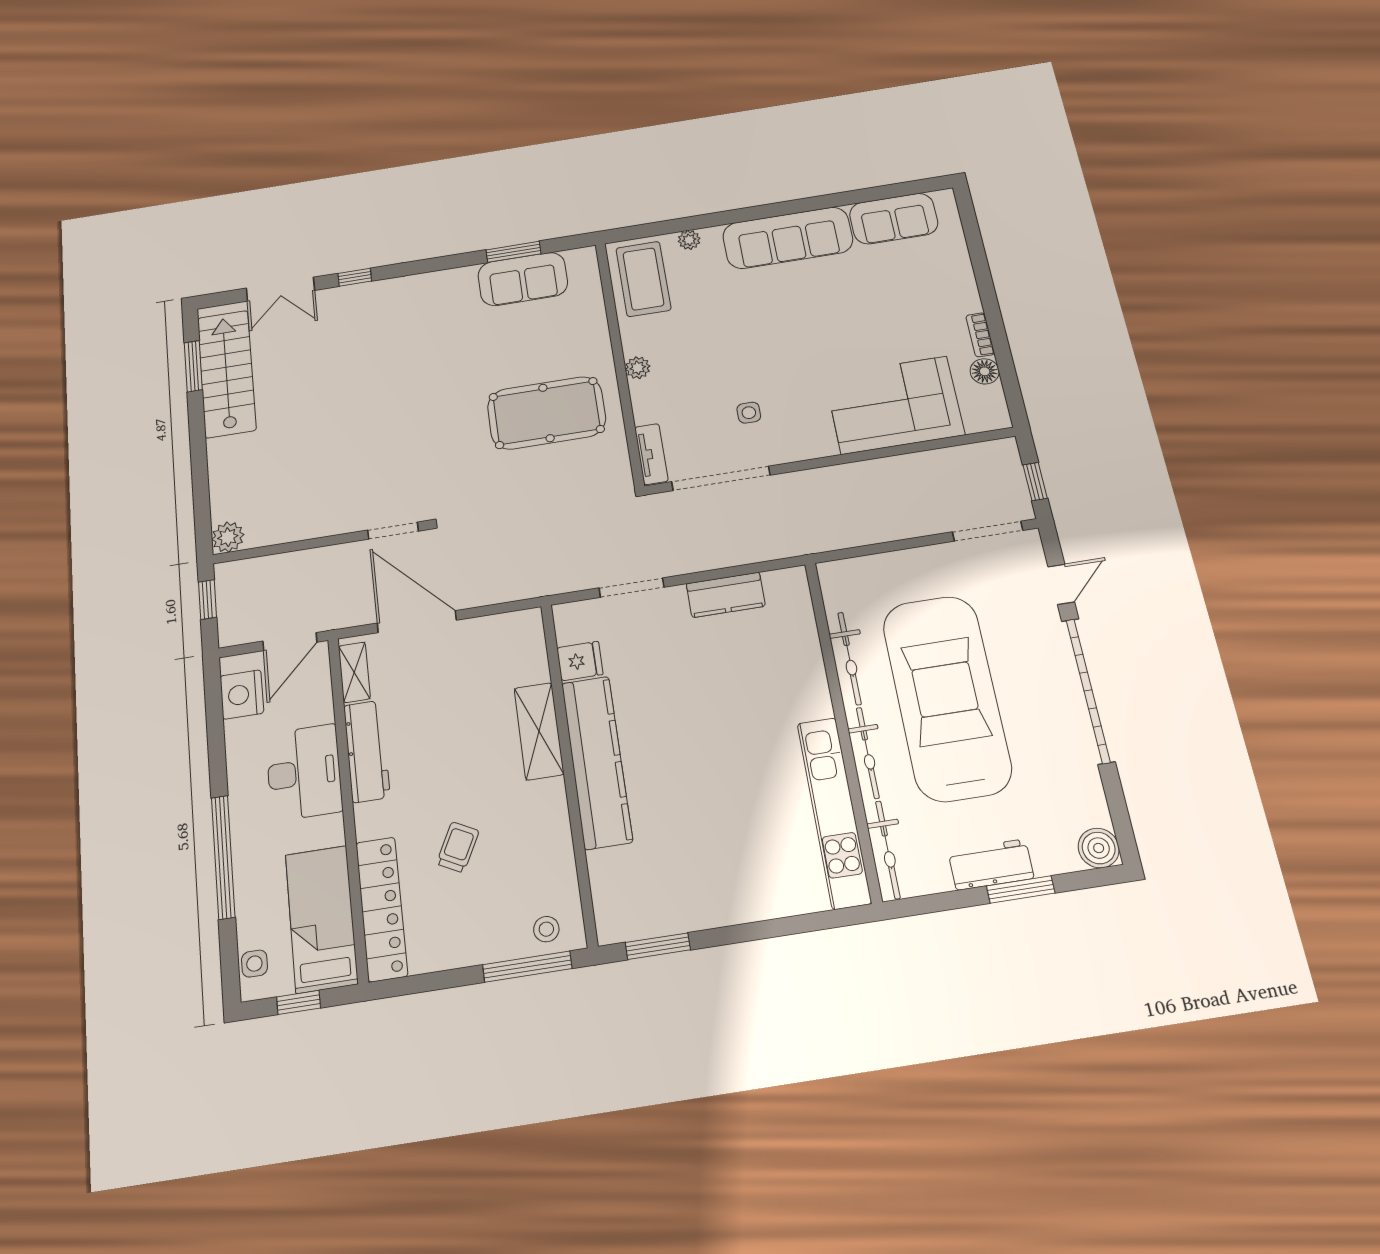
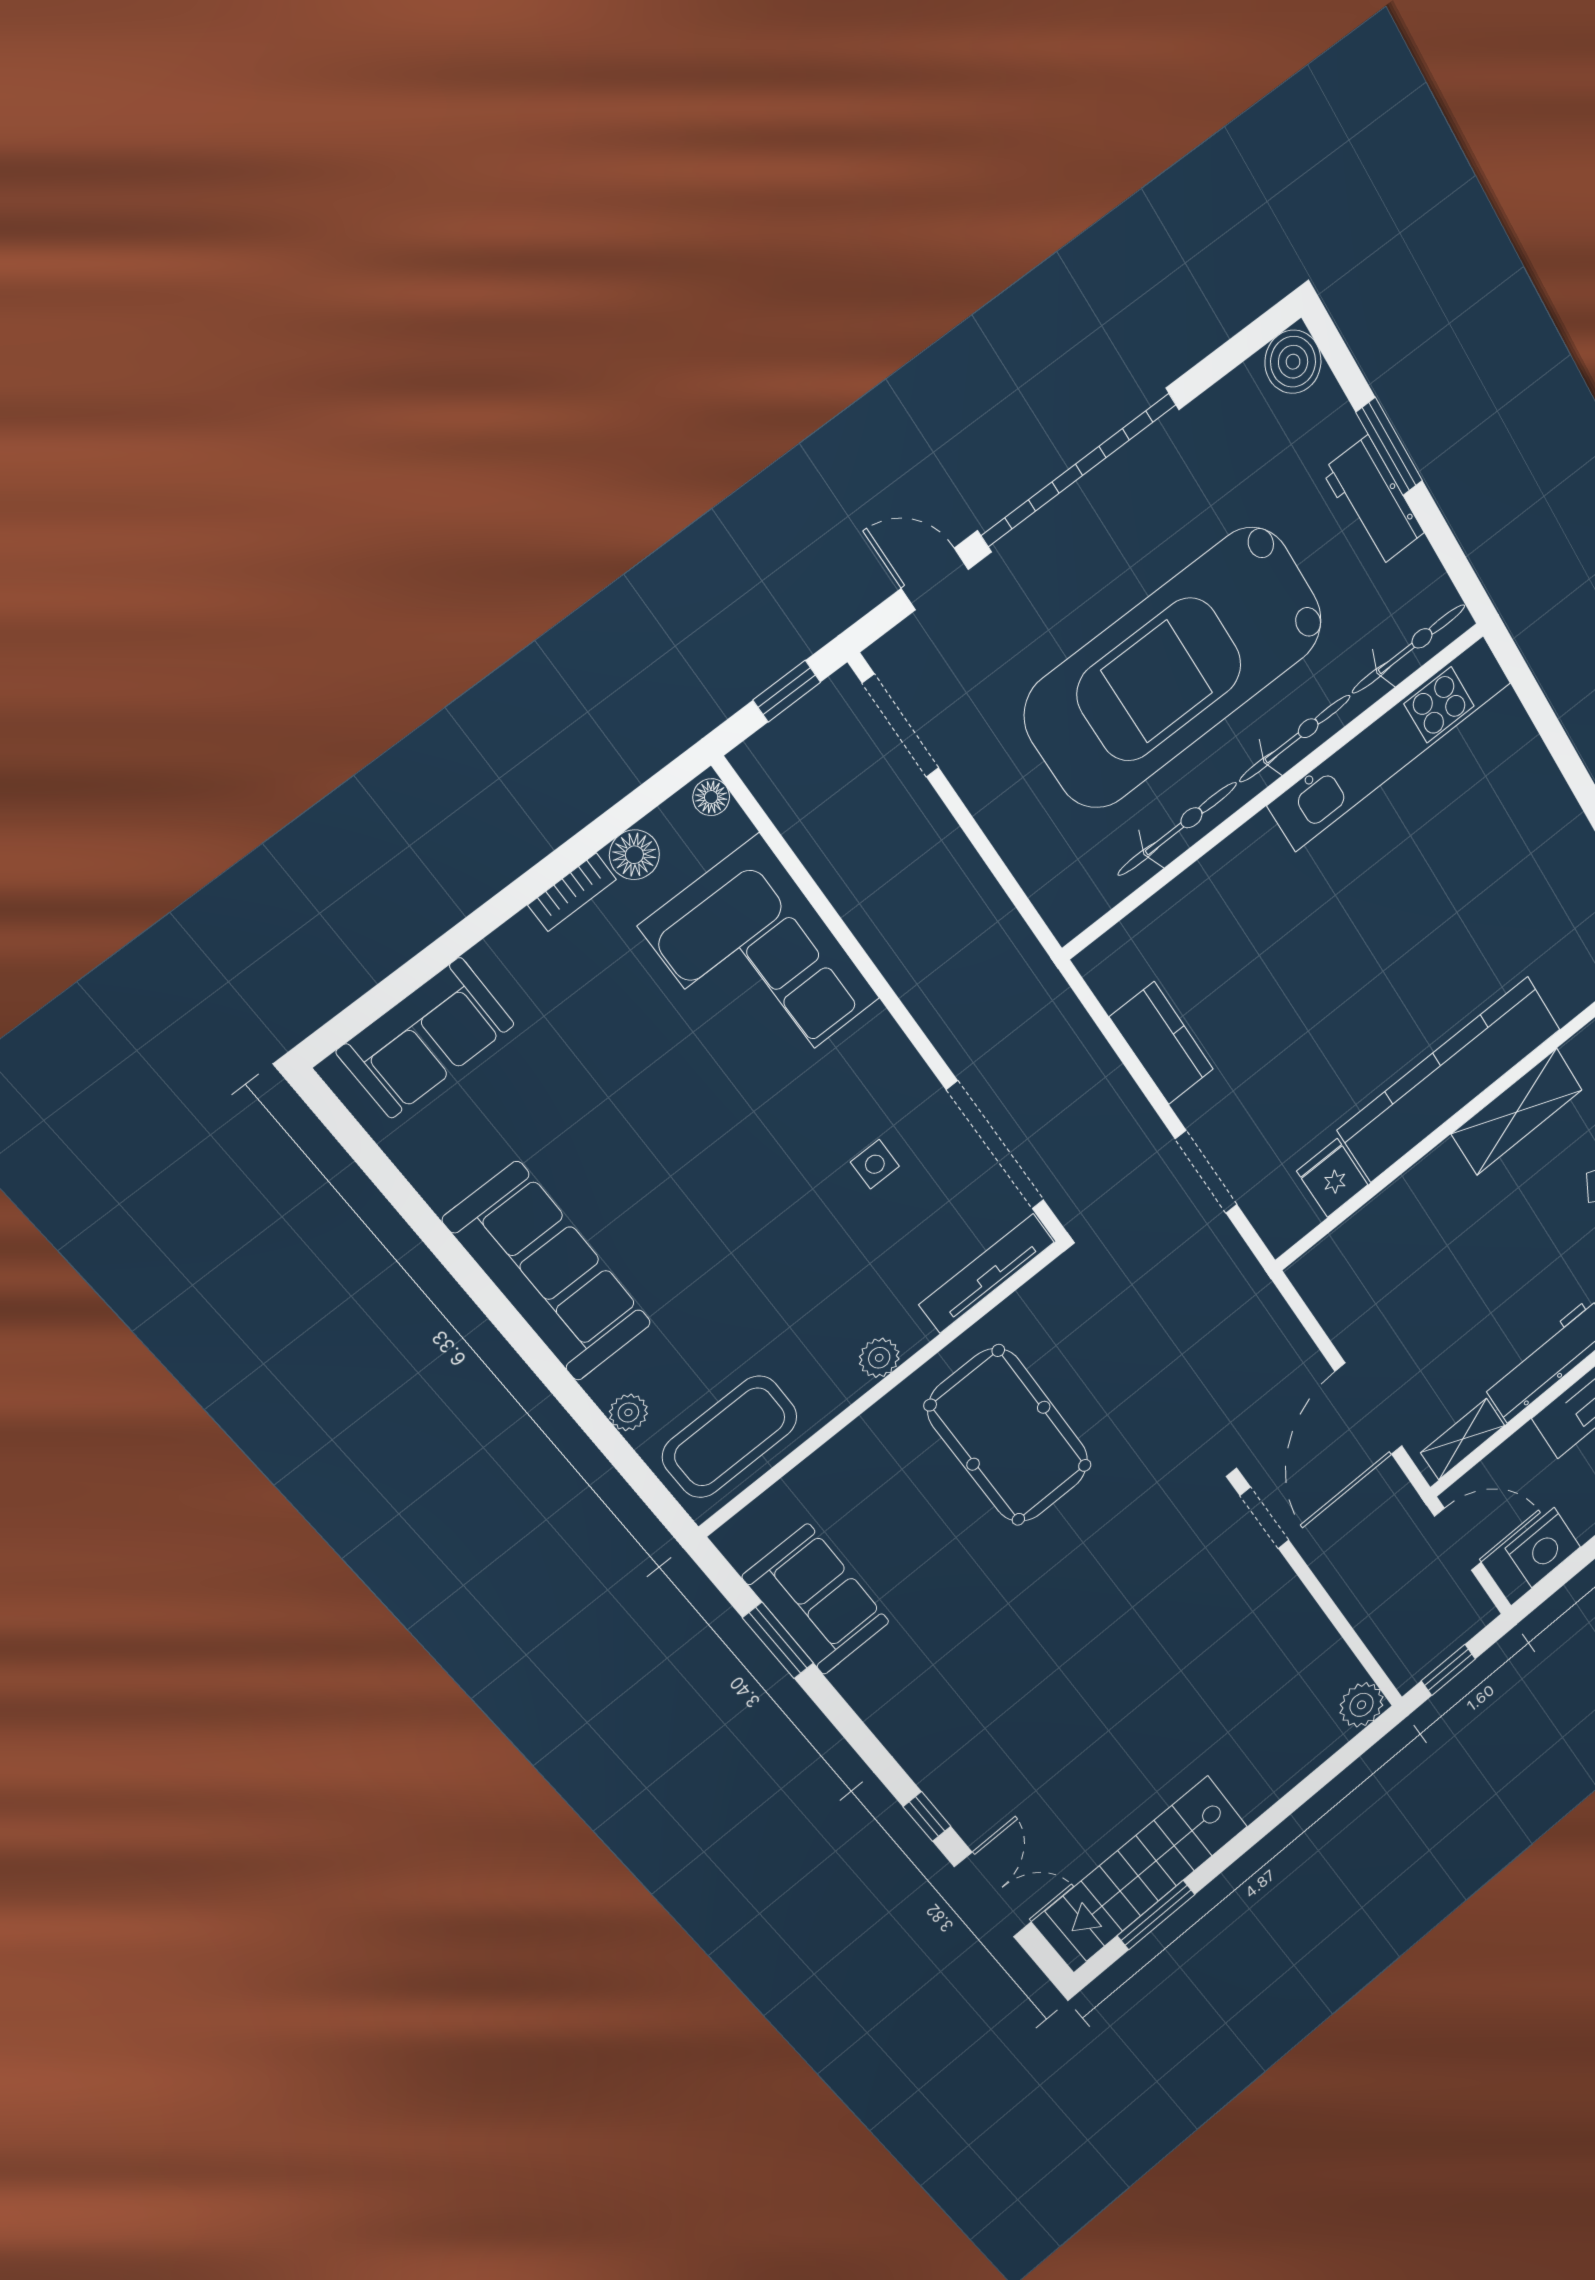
sofa: (894, 219) -> (426, 1038), moved, turned 90
floor lamp: (996, 420) -> (711, 797), added
tv unit: (651, 454) -> (987, 1273), width x1.41
shelving: (539, 731) -> (1517, 1112), moved

